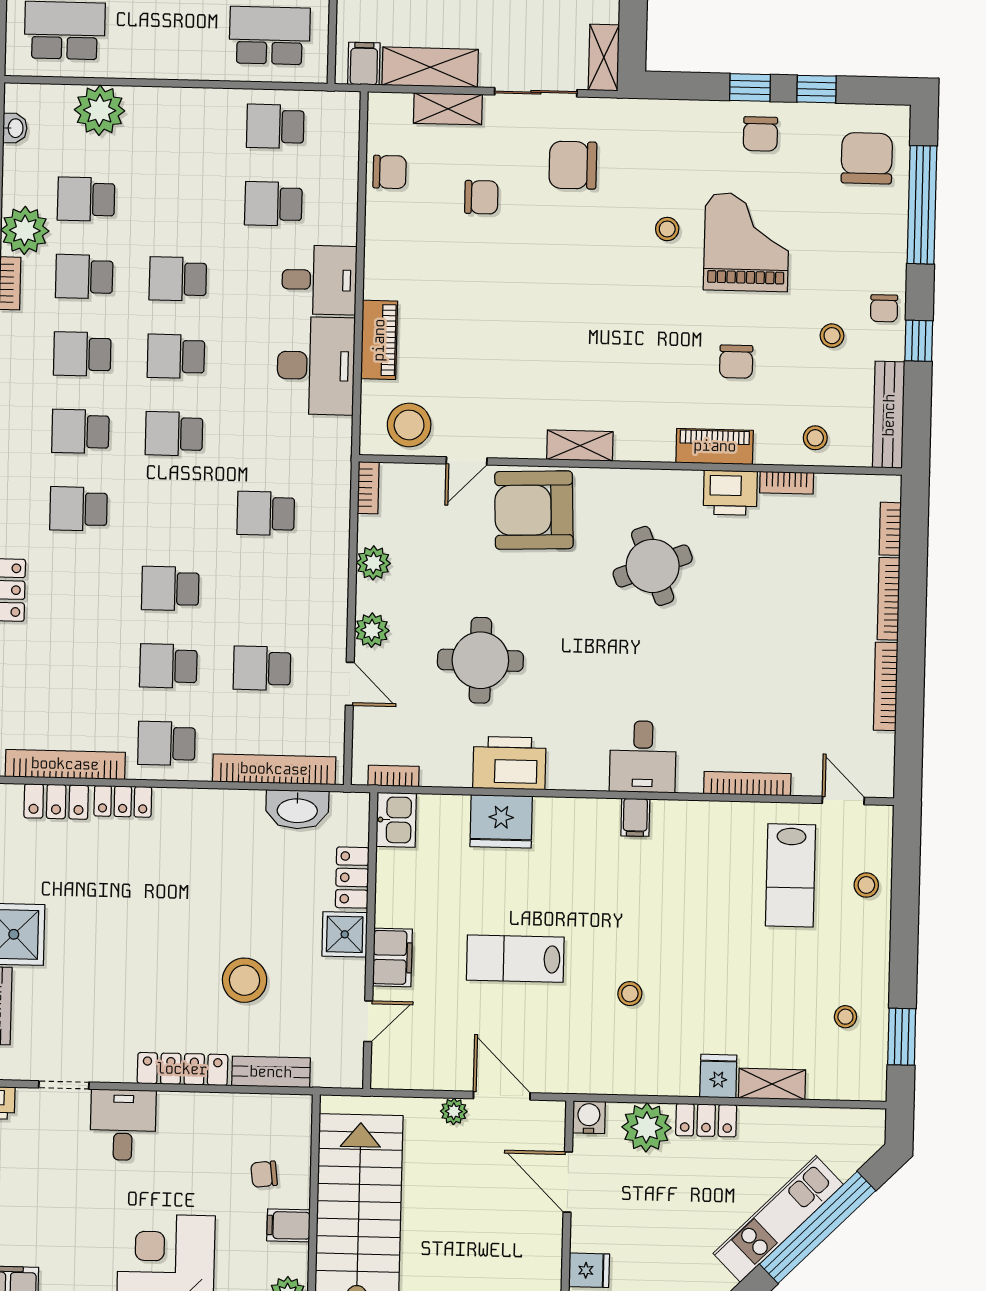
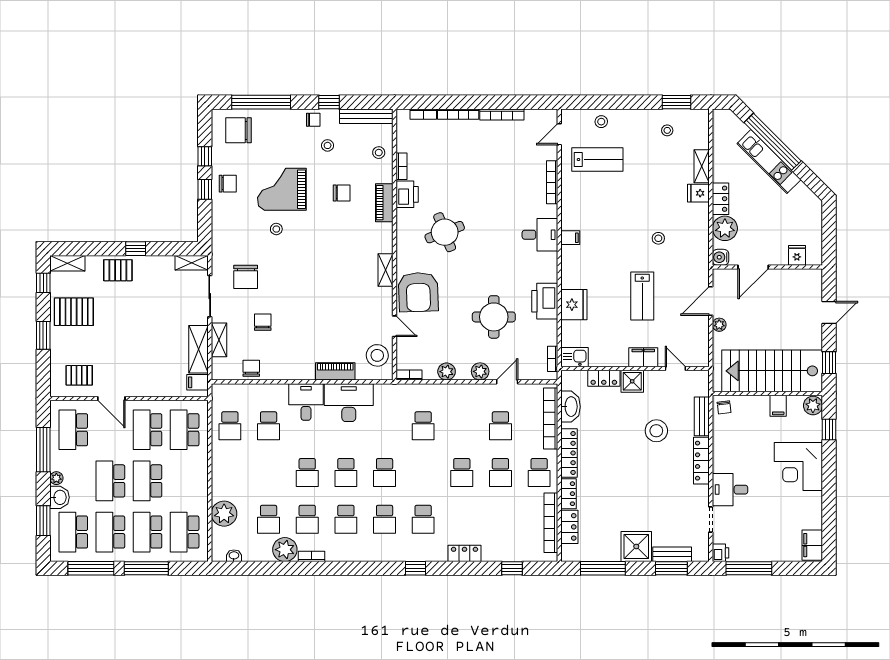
locker: (204, 804) -> (569, 453), added
chair: (264, 1174) -> (724, 407), moved

